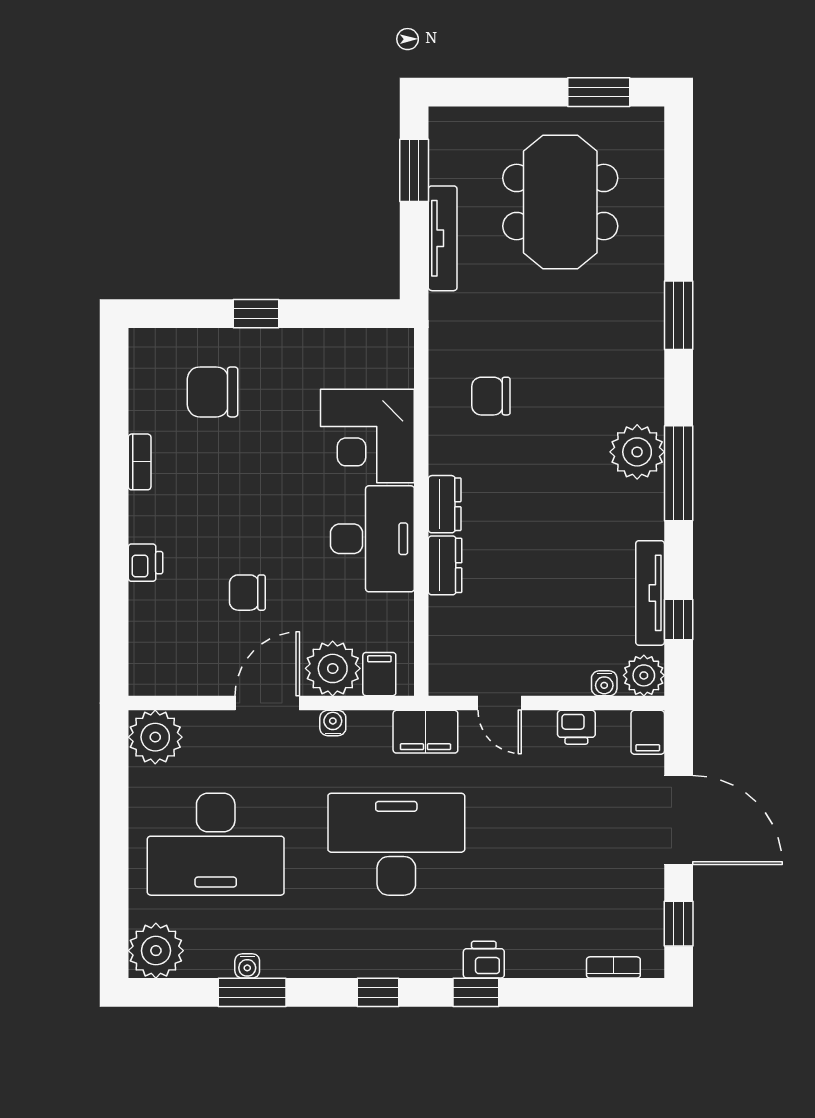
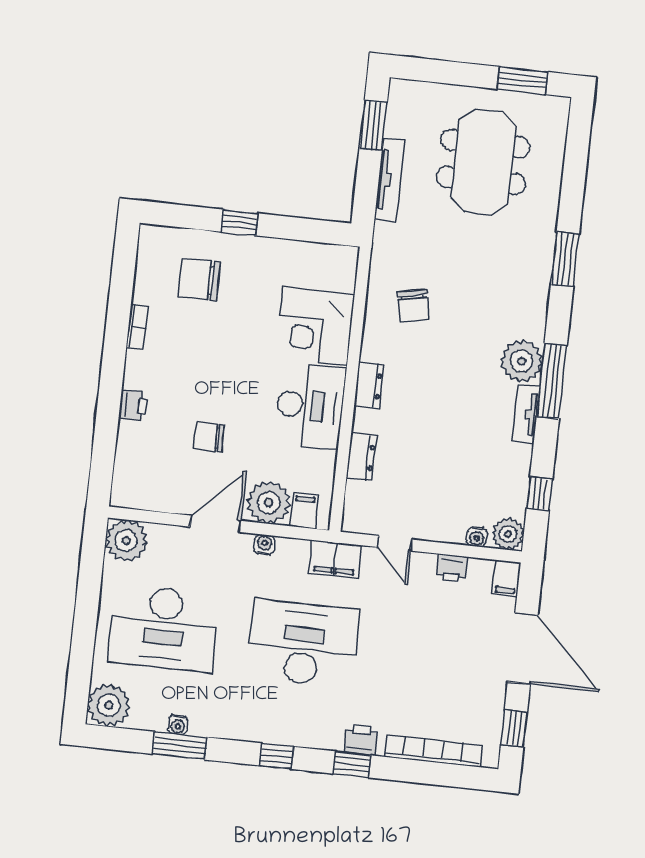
chair: (491, 396) -> (414, 306), turned -102
dresser: (445, 565) -> (361, 457), moved
tv unit: (650, 593) -> (526, 414), moved, width x0.71
bookcase: (613, 967) -> (433, 751), width x2.31, depth x1.31

